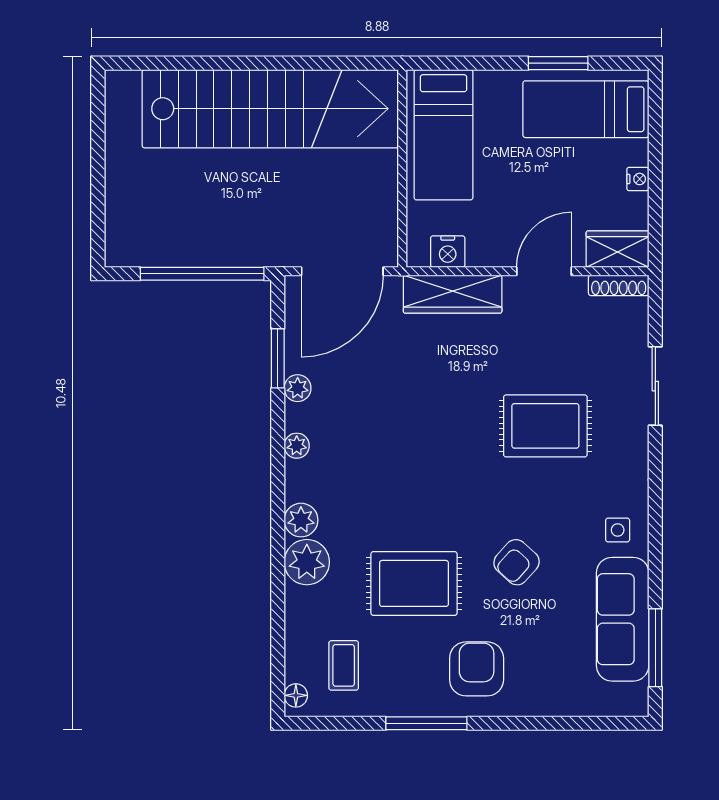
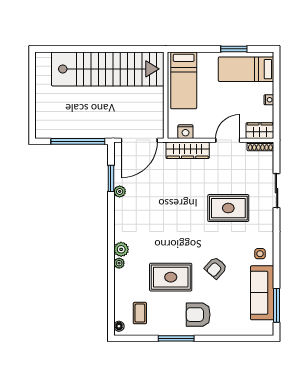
plant: (297, 446) -> (119, 217), removed
plant: (307, 562) -> (119, 263), width x0.53, depth x0.53
armchair: (477, 669) -> (198, 315), turned -90

